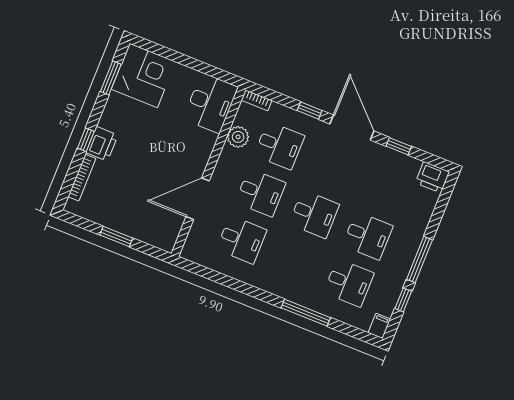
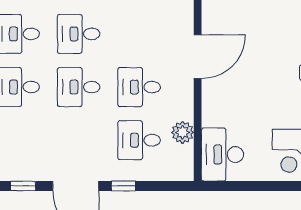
bookcase: (257, 100) -> (179, 175), removed
desk: (242, 240) -> (79, 34), moved

